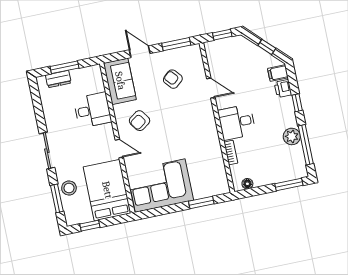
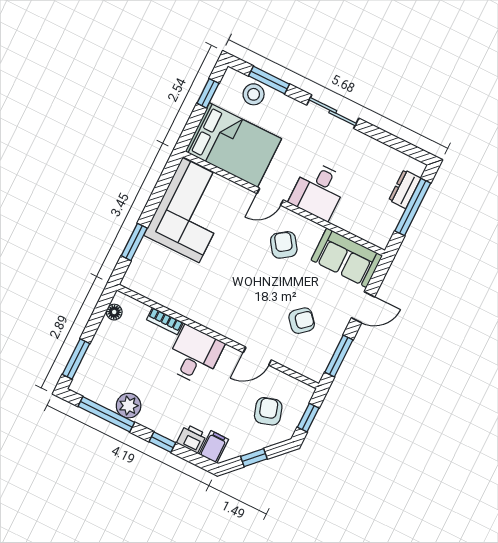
armchair: (236, 59) -> (268, 411), added
window: (65, 67) -> (413, 207), width x1.44
desk: (93, 110) -> (318, 191), moved
stool: (69, 188) -> (254, 94), moved

